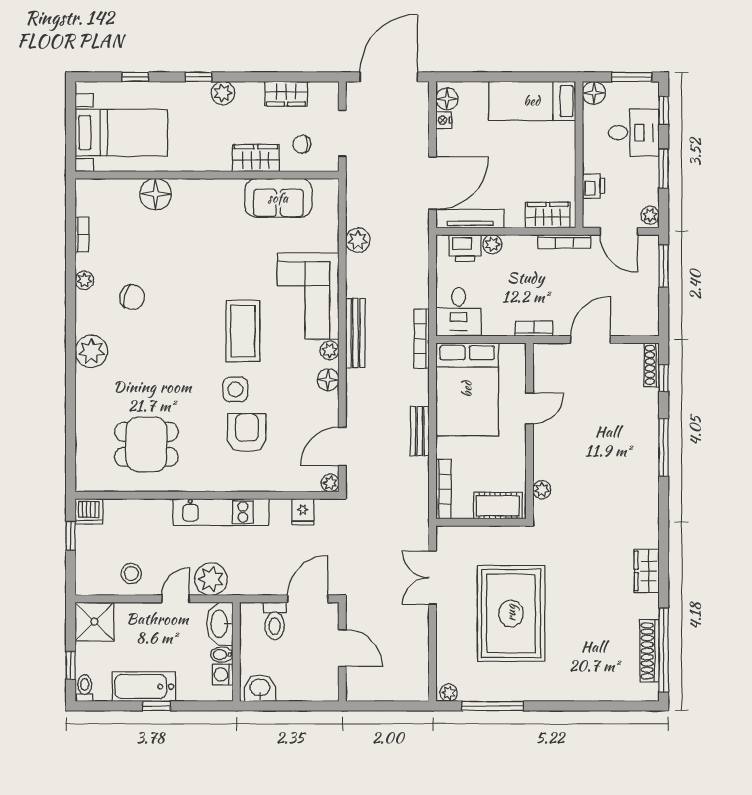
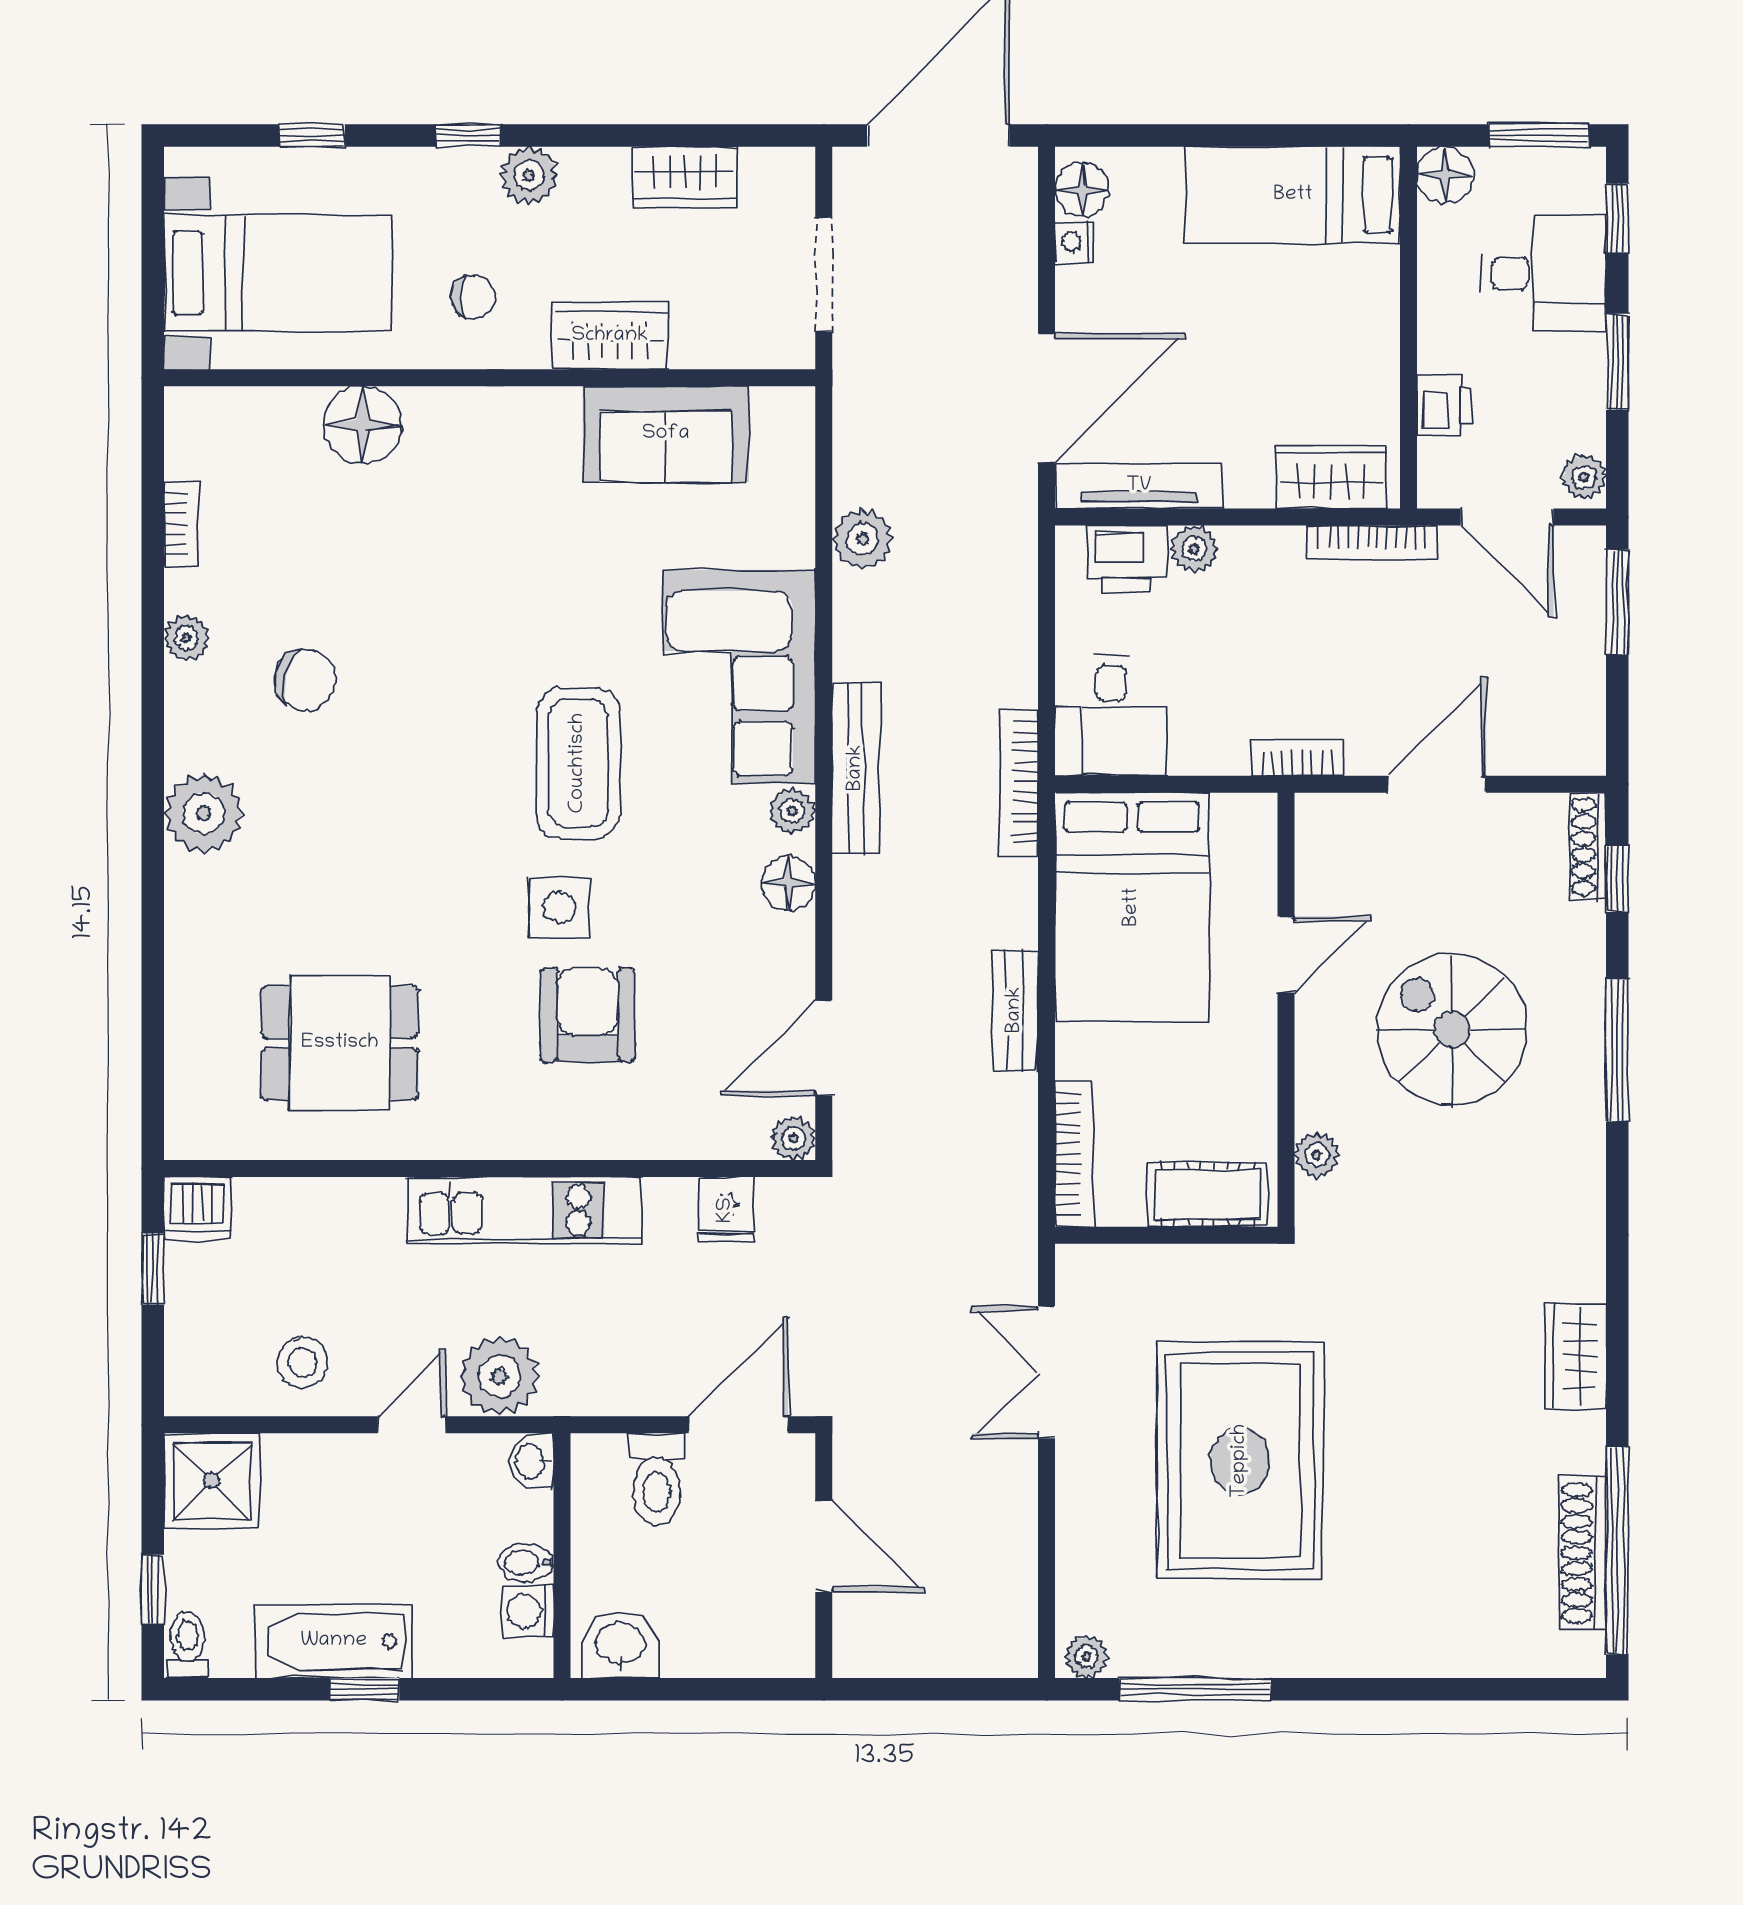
chair: (302, 144) -> (473, 297), moved, turned 180
spiral stairs: (597, 439) -> (1452, 1029), added
washbasin: (220, 624) -> (531, 1461), width x0.52, depth x0.69

